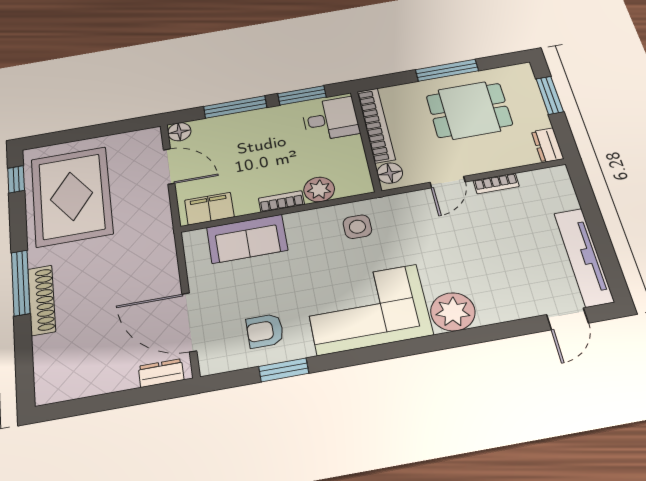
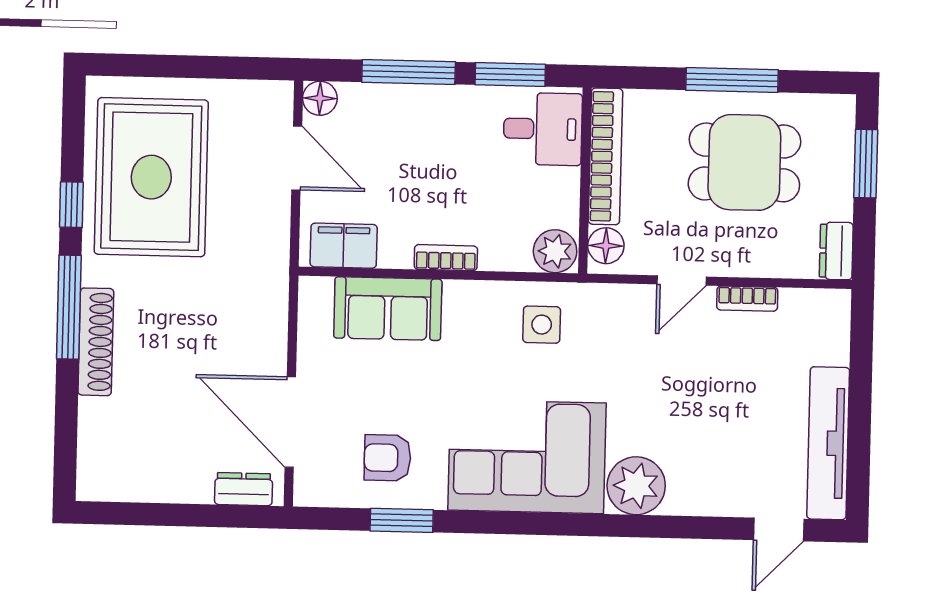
window: (16, 179) -> (71, 205), moved
plant: (319, 189) -> (555, 251), moved

